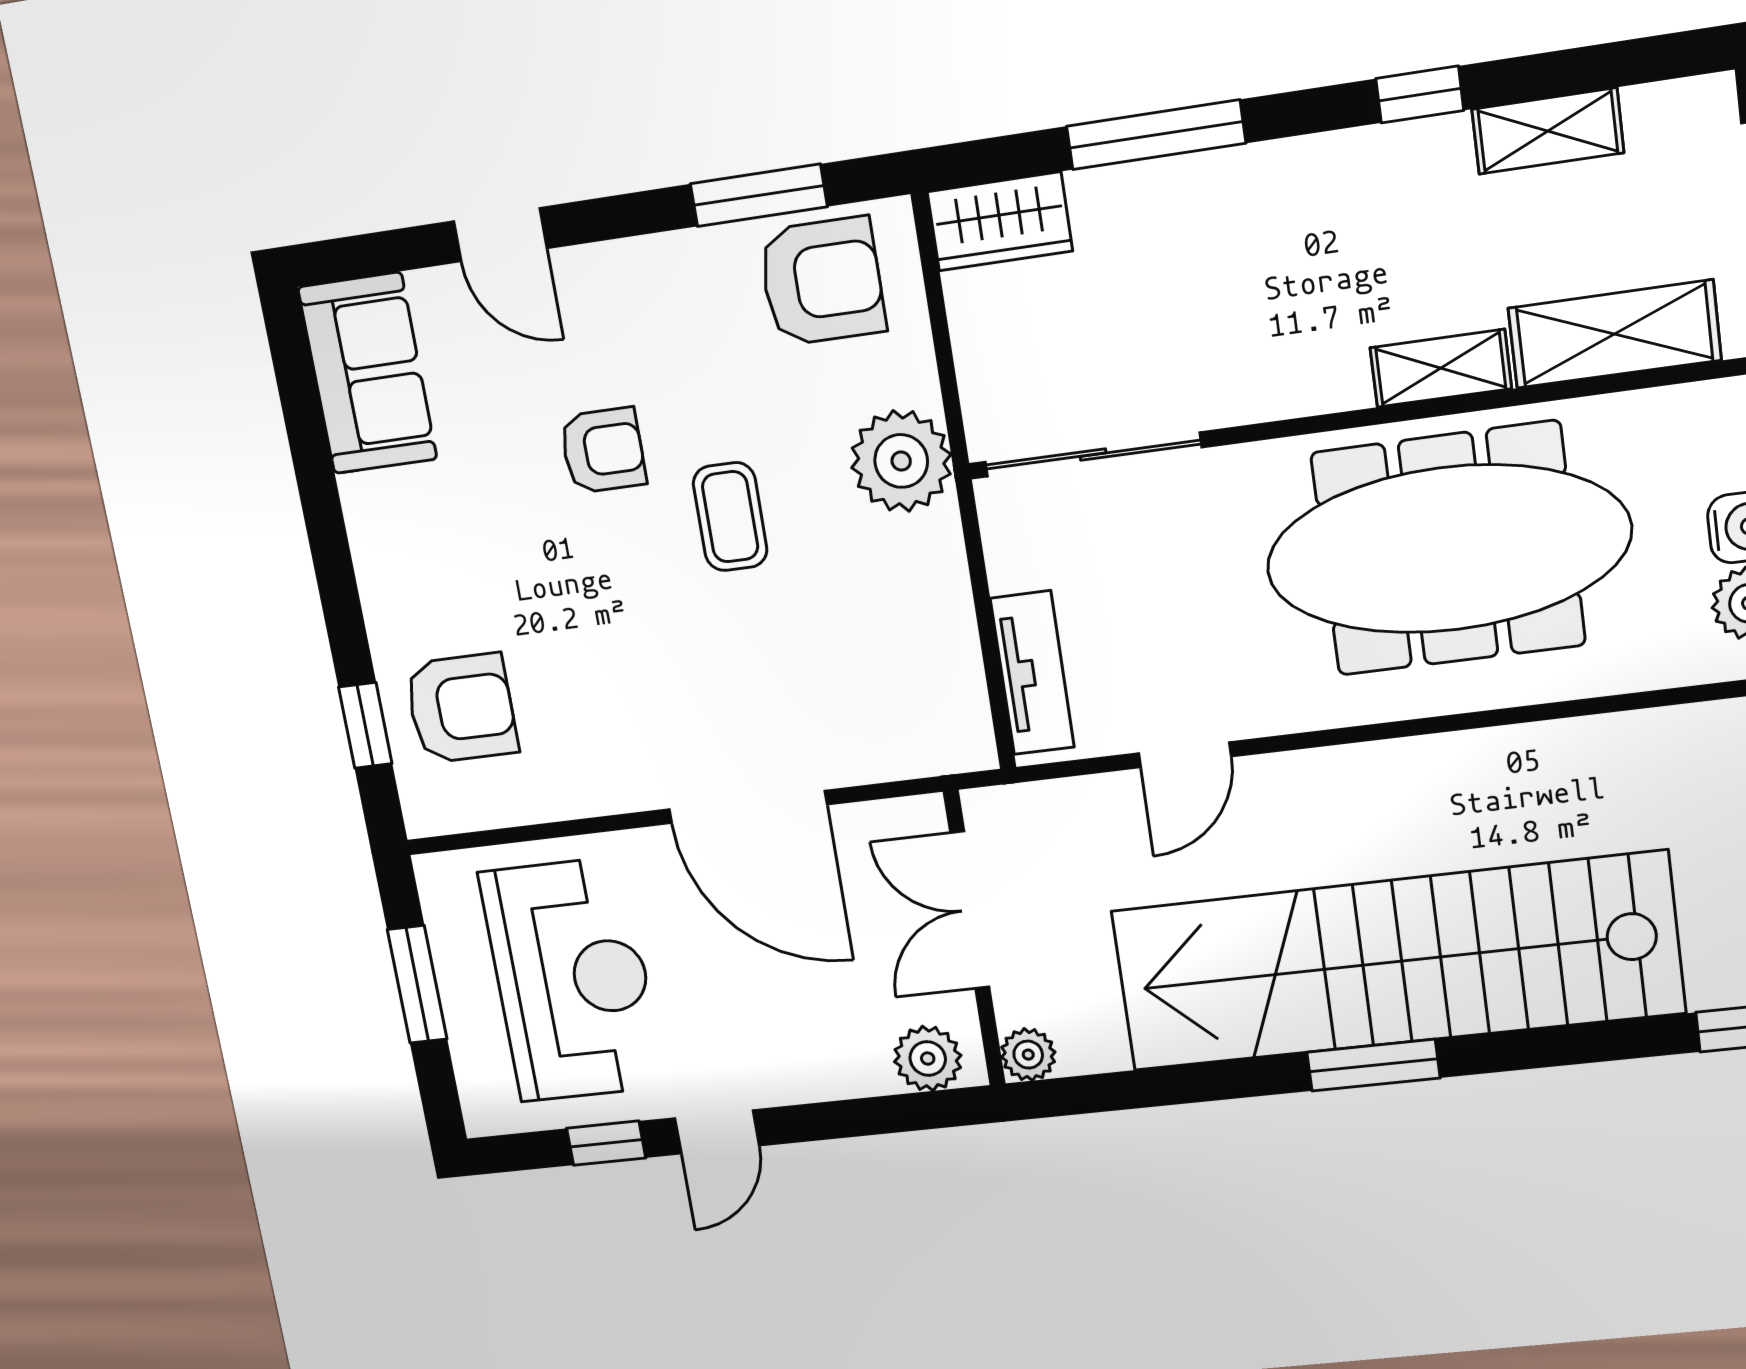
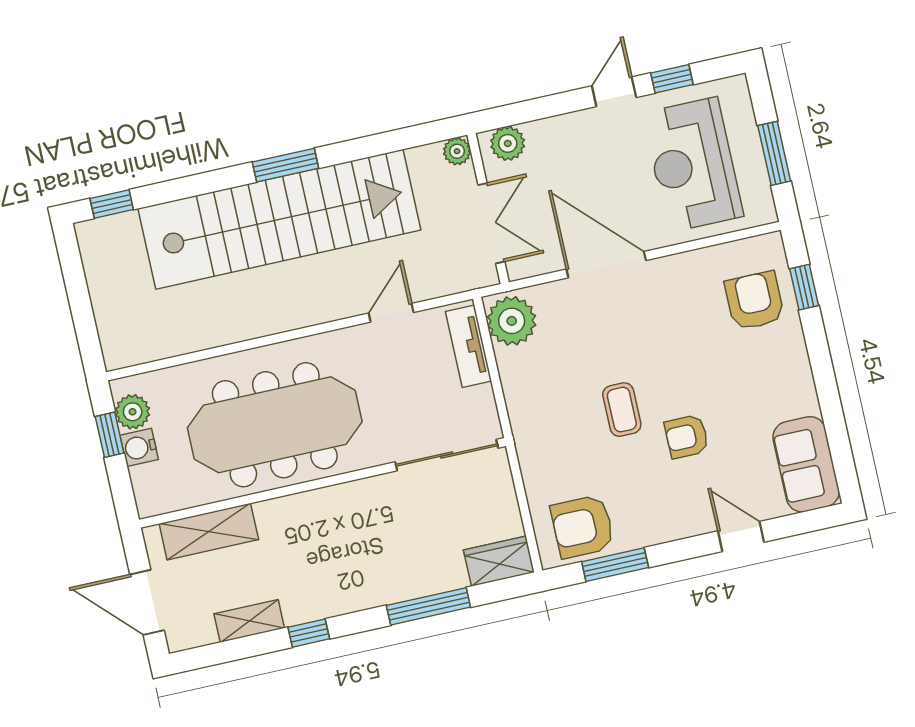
shelving: (1441, 368) -> (287, 509), removed
plant: (901, 461) -> (512, 321), moved
armchair: (461, 708) -> (755, 301), turned 90

